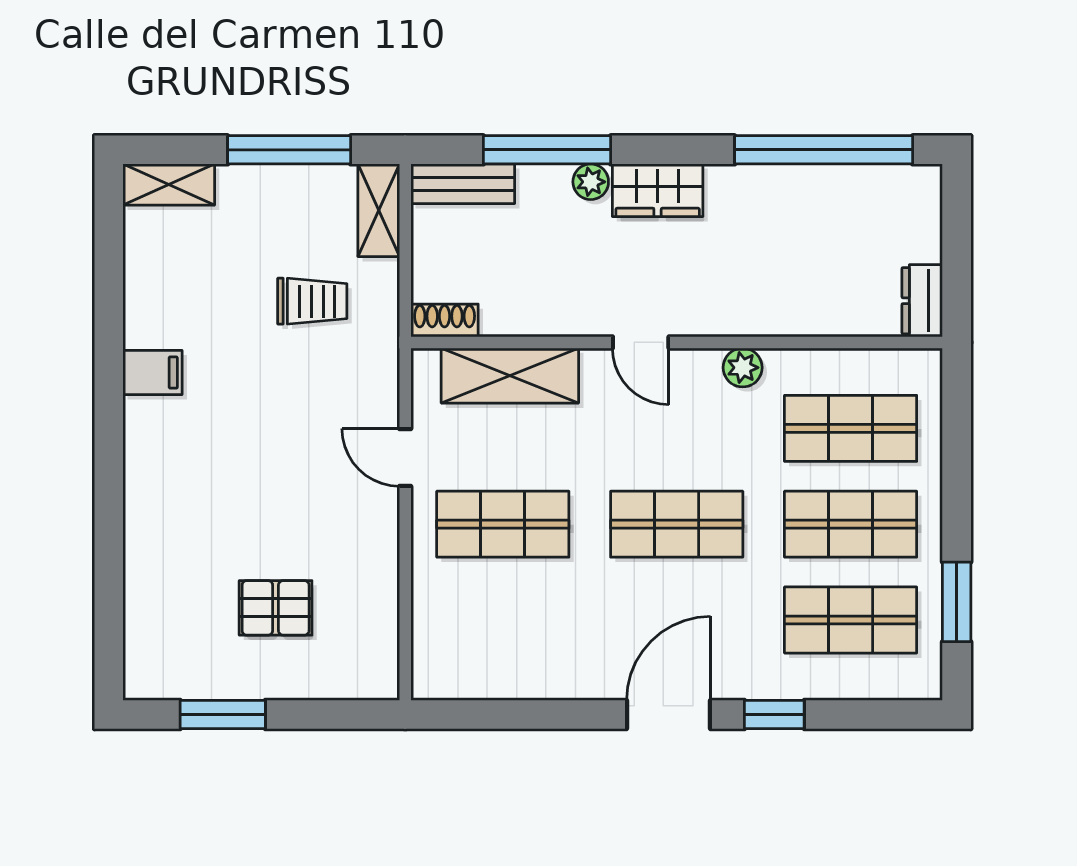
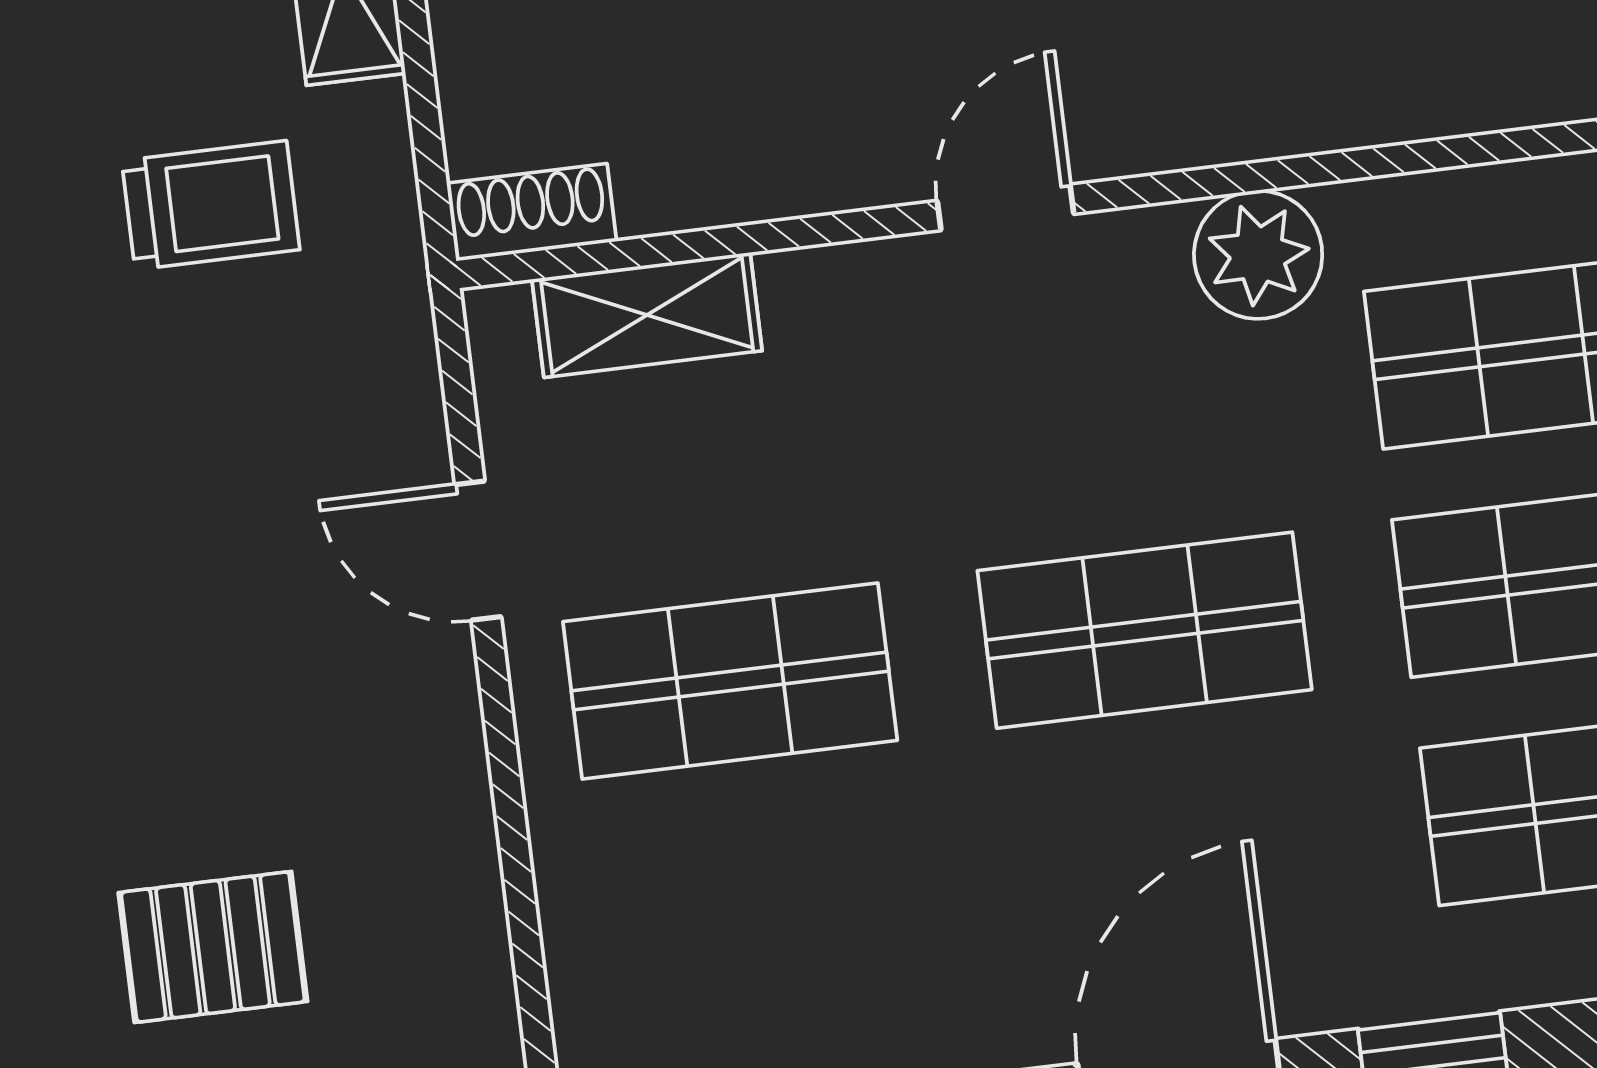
door: (641, 342) -> (1005, 207), swing flipped
plant: (743, 368) -> (1258, 255), width x1.38, depth x1.38
shelving: (510, 376) -> (647, 315), width x0.67, depth x0.75

